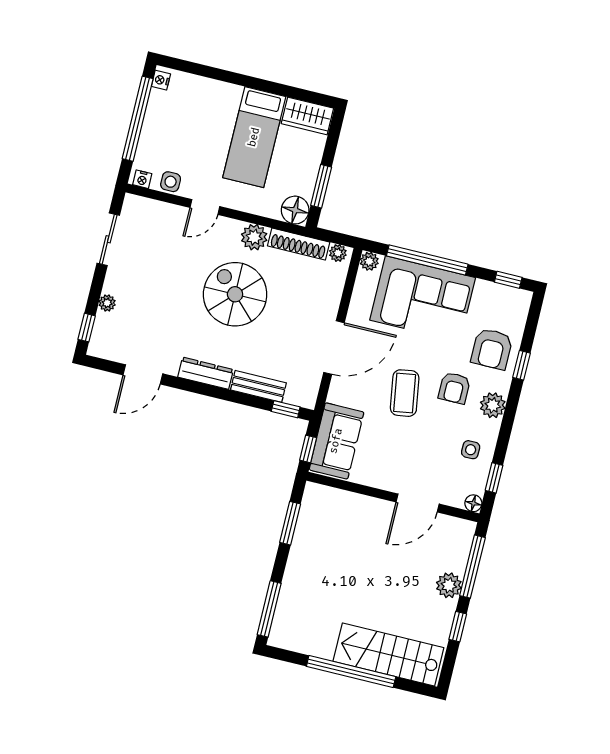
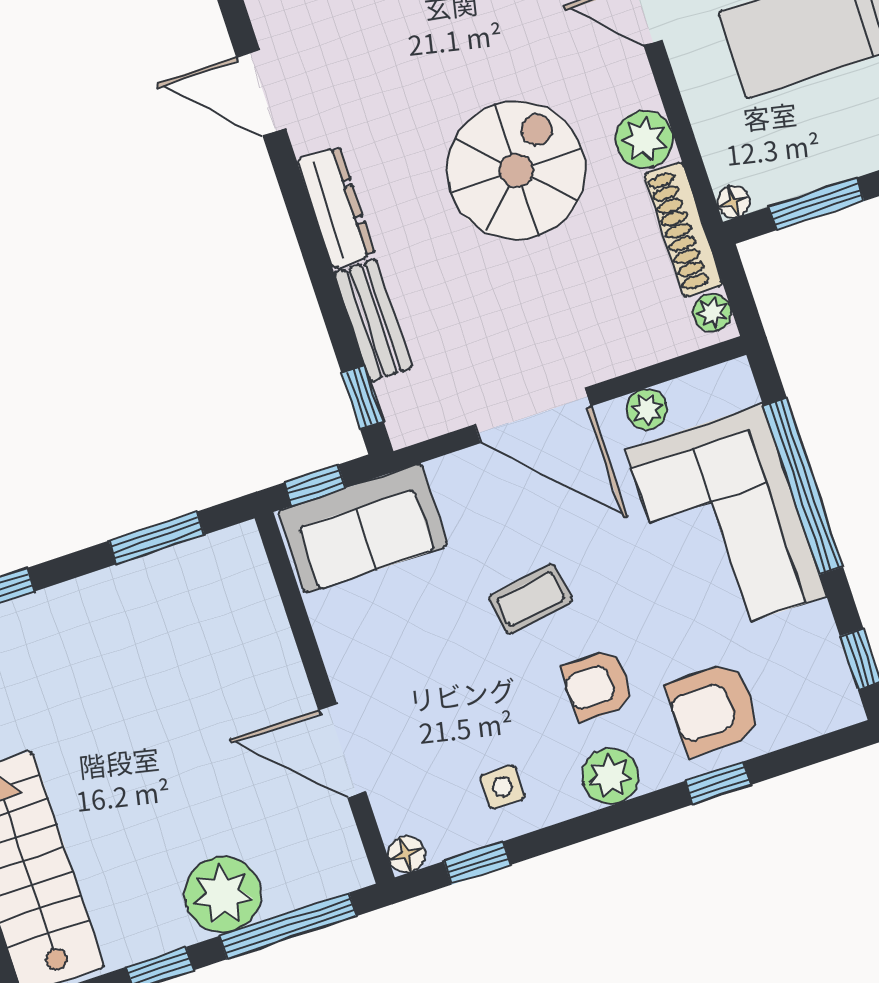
floor lamp: (295, 210) -> (733, 202), width x0.53, depth x0.53
plant: (369, 261) -> (647, 409), moved
coffee table: (405, 393) -> (531, 599), width x0.73, depth x0.77
plant: (449, 585) -> (223, 895), width x1.36, depth x1.36

